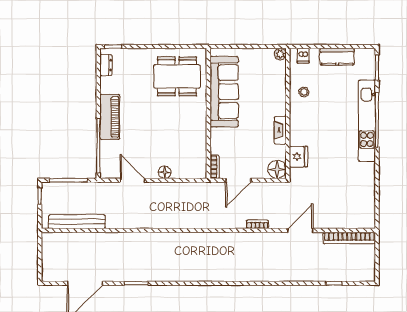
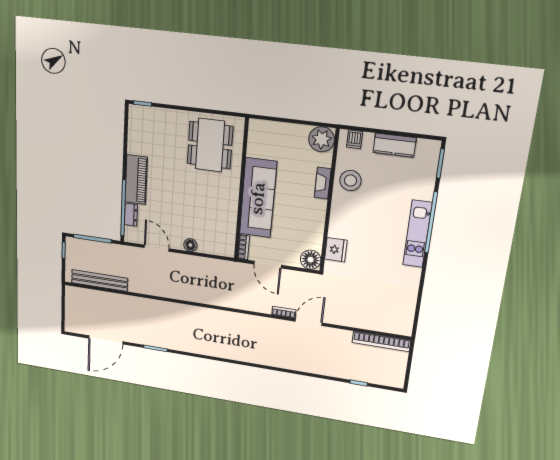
plant: (280, 54) -> (322, 139), width x1.88, depth x1.88
dresser: (106, 65) -> (131, 215), moved
dining table: (177, 76) -> (210, 145), turned 90
sofa: (224, 92) -> (258, 198), moved
stool: (304, 92) -> (350, 180), width x1.89, depth x1.89
kitchen unit: (367, 121) -> (417, 234), width x0.73
fireplace: (280, 130) -> (323, 183), moved
door: (238, 180) -> (268, 265), hinge flipped
door: (300, 230) -> (309, 322), moved

